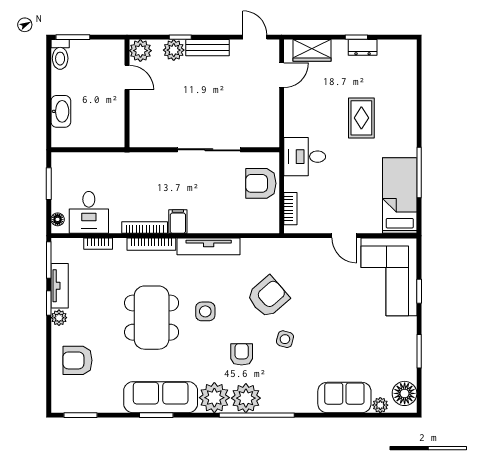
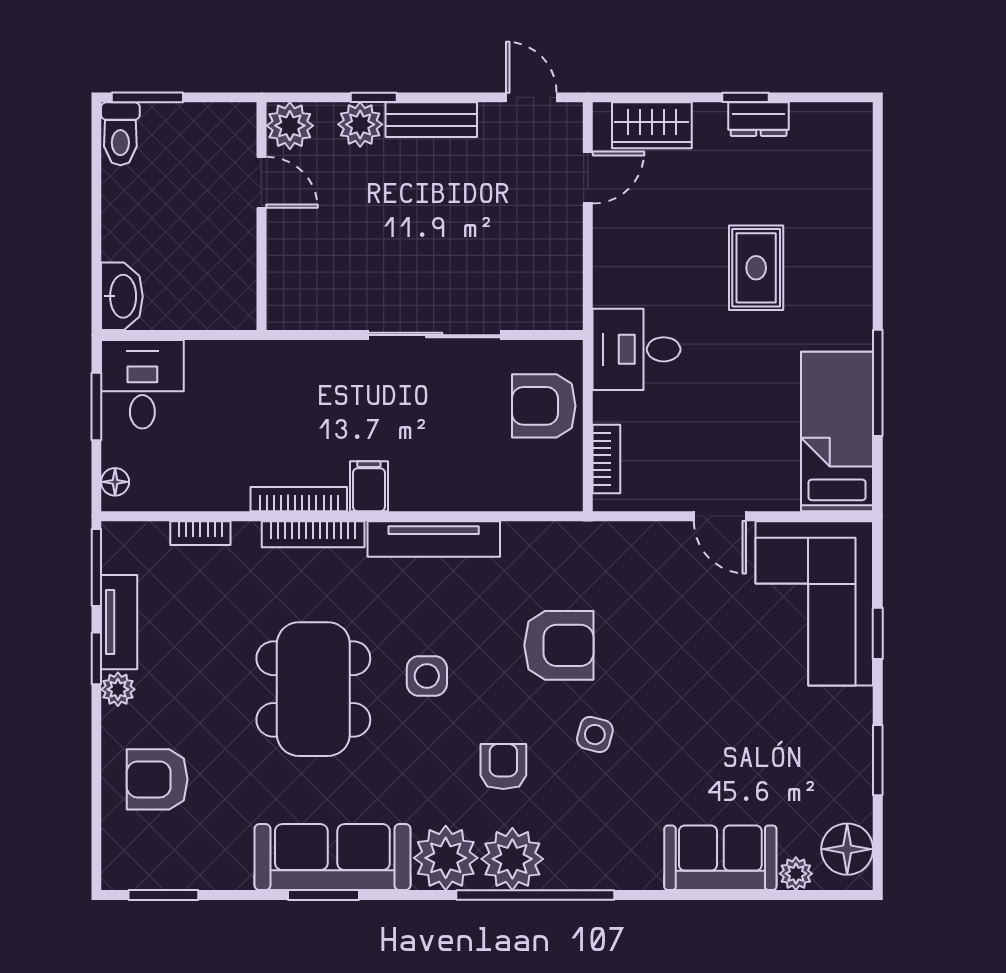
washbasin: (61, 111) -> (122, 296), moved
desk: (89, 212) -> (142, 384), moved, turned 180
armchair: (268, 297) -> (559, 645), turned 41

